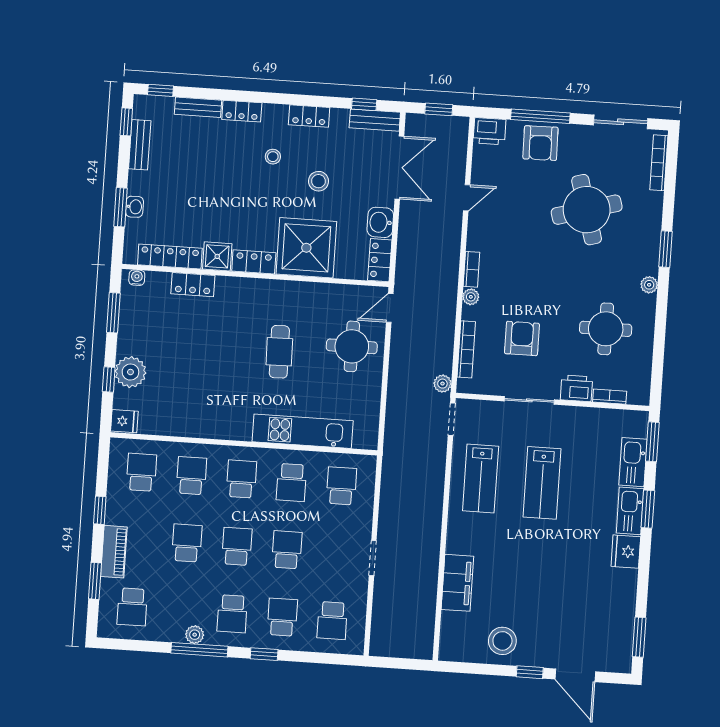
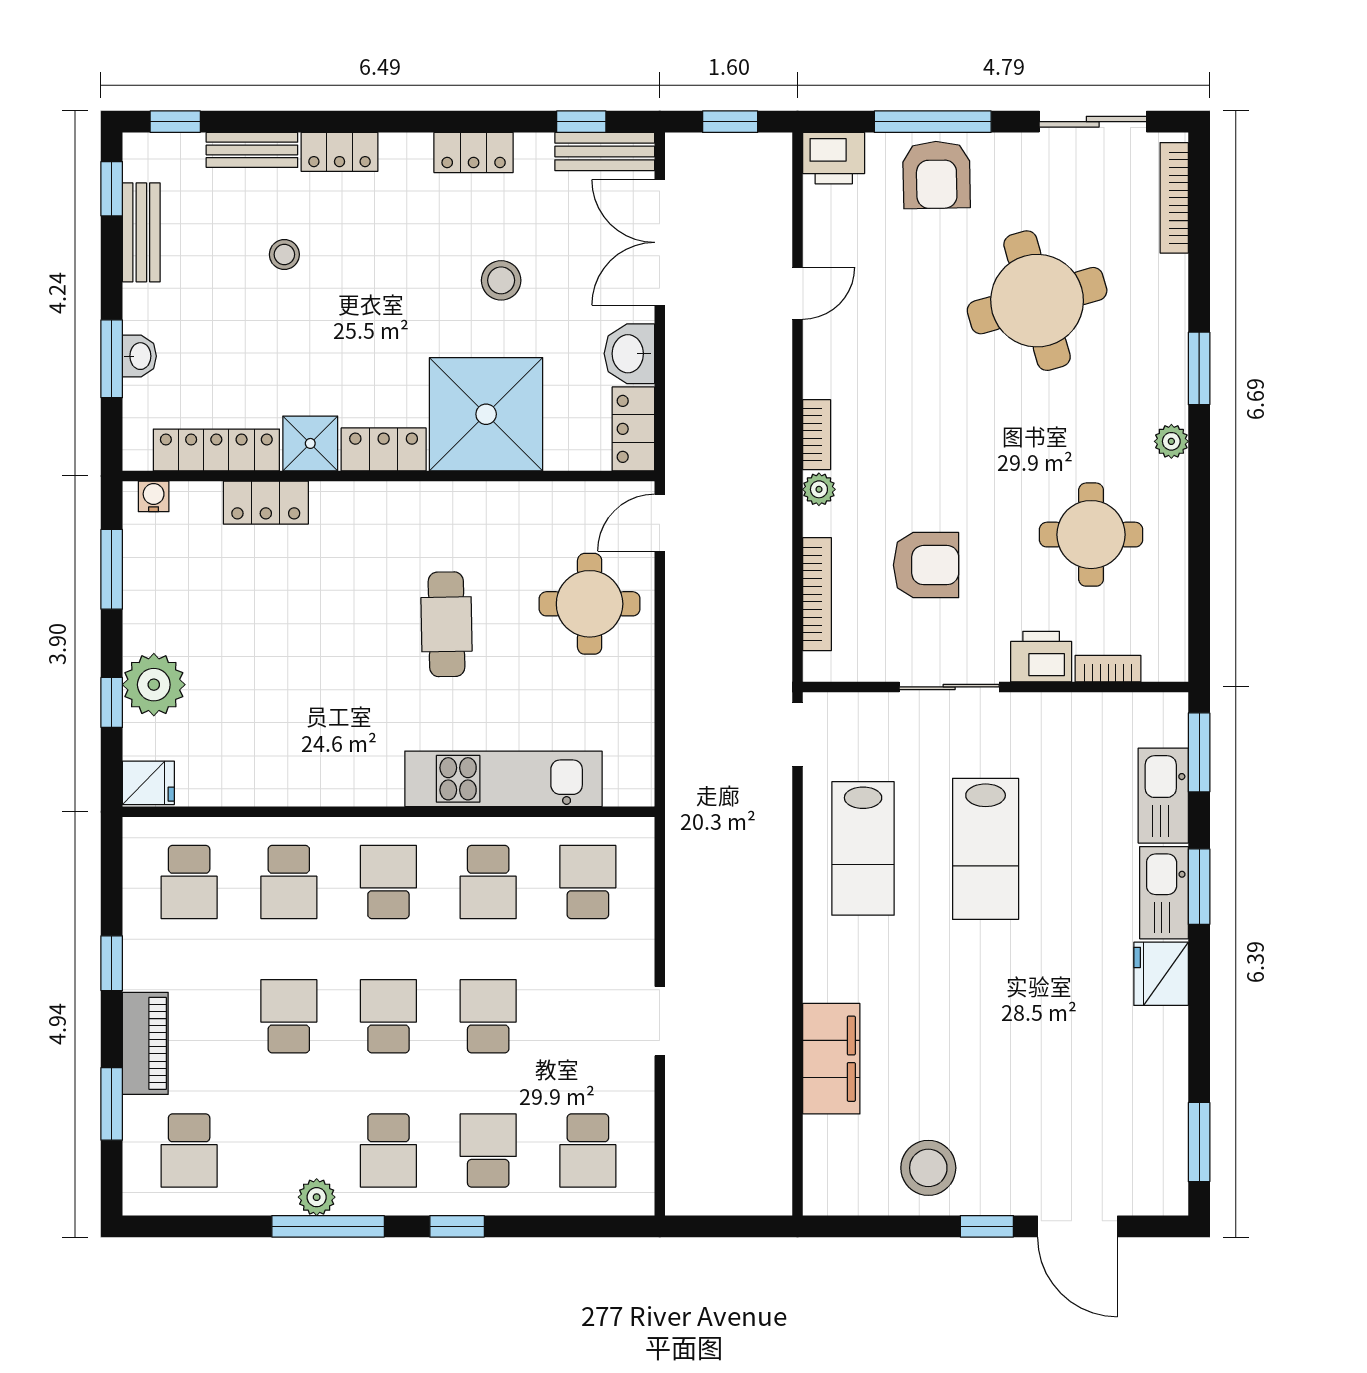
stool: (273, 157) -> (284, 254), moved
double door: (399, 168) -> (660, 242), swing flipped
armchair: (522, 338) -> (926, 565), turned 90
plant: (442, 384) -> (775, 665), removed
school desk: (141, 472) -> (189, 882), turned 180
school desk: (191, 476) -> (289, 882), turned 180

